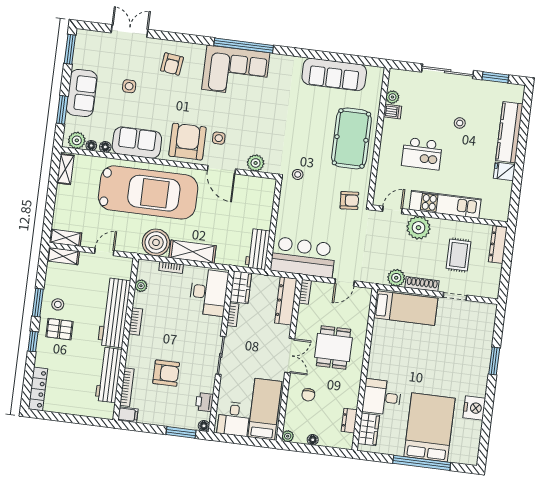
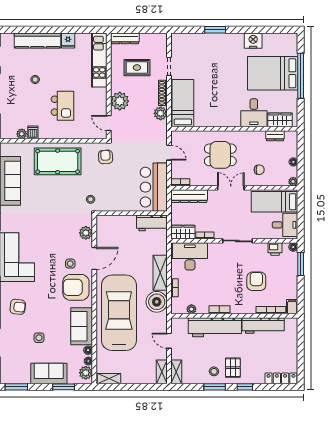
kitchen unit: (445, 204) -> (99, 60), moved

